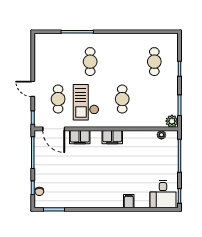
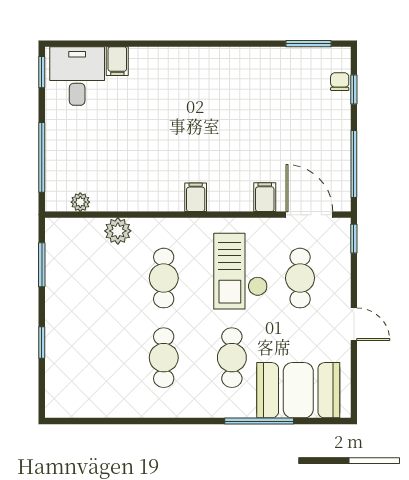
booth: (59, 46) -> (298, 390), added
cafe table: (154, 62) -> (164, 358), moved
door: (33, 89) -> (354, 324), moved
checkout: (86, 102) -> (241, 271), turned 180
plant: (172, 121) -> (118, 231), moved
filing cabinet: (80, 137) -> (265, 197), width x0.50
filing cabinet: (112, 137) -> (196, 197), width x0.50
filing cabinet: (129, 201) -> (117, 61), moved

